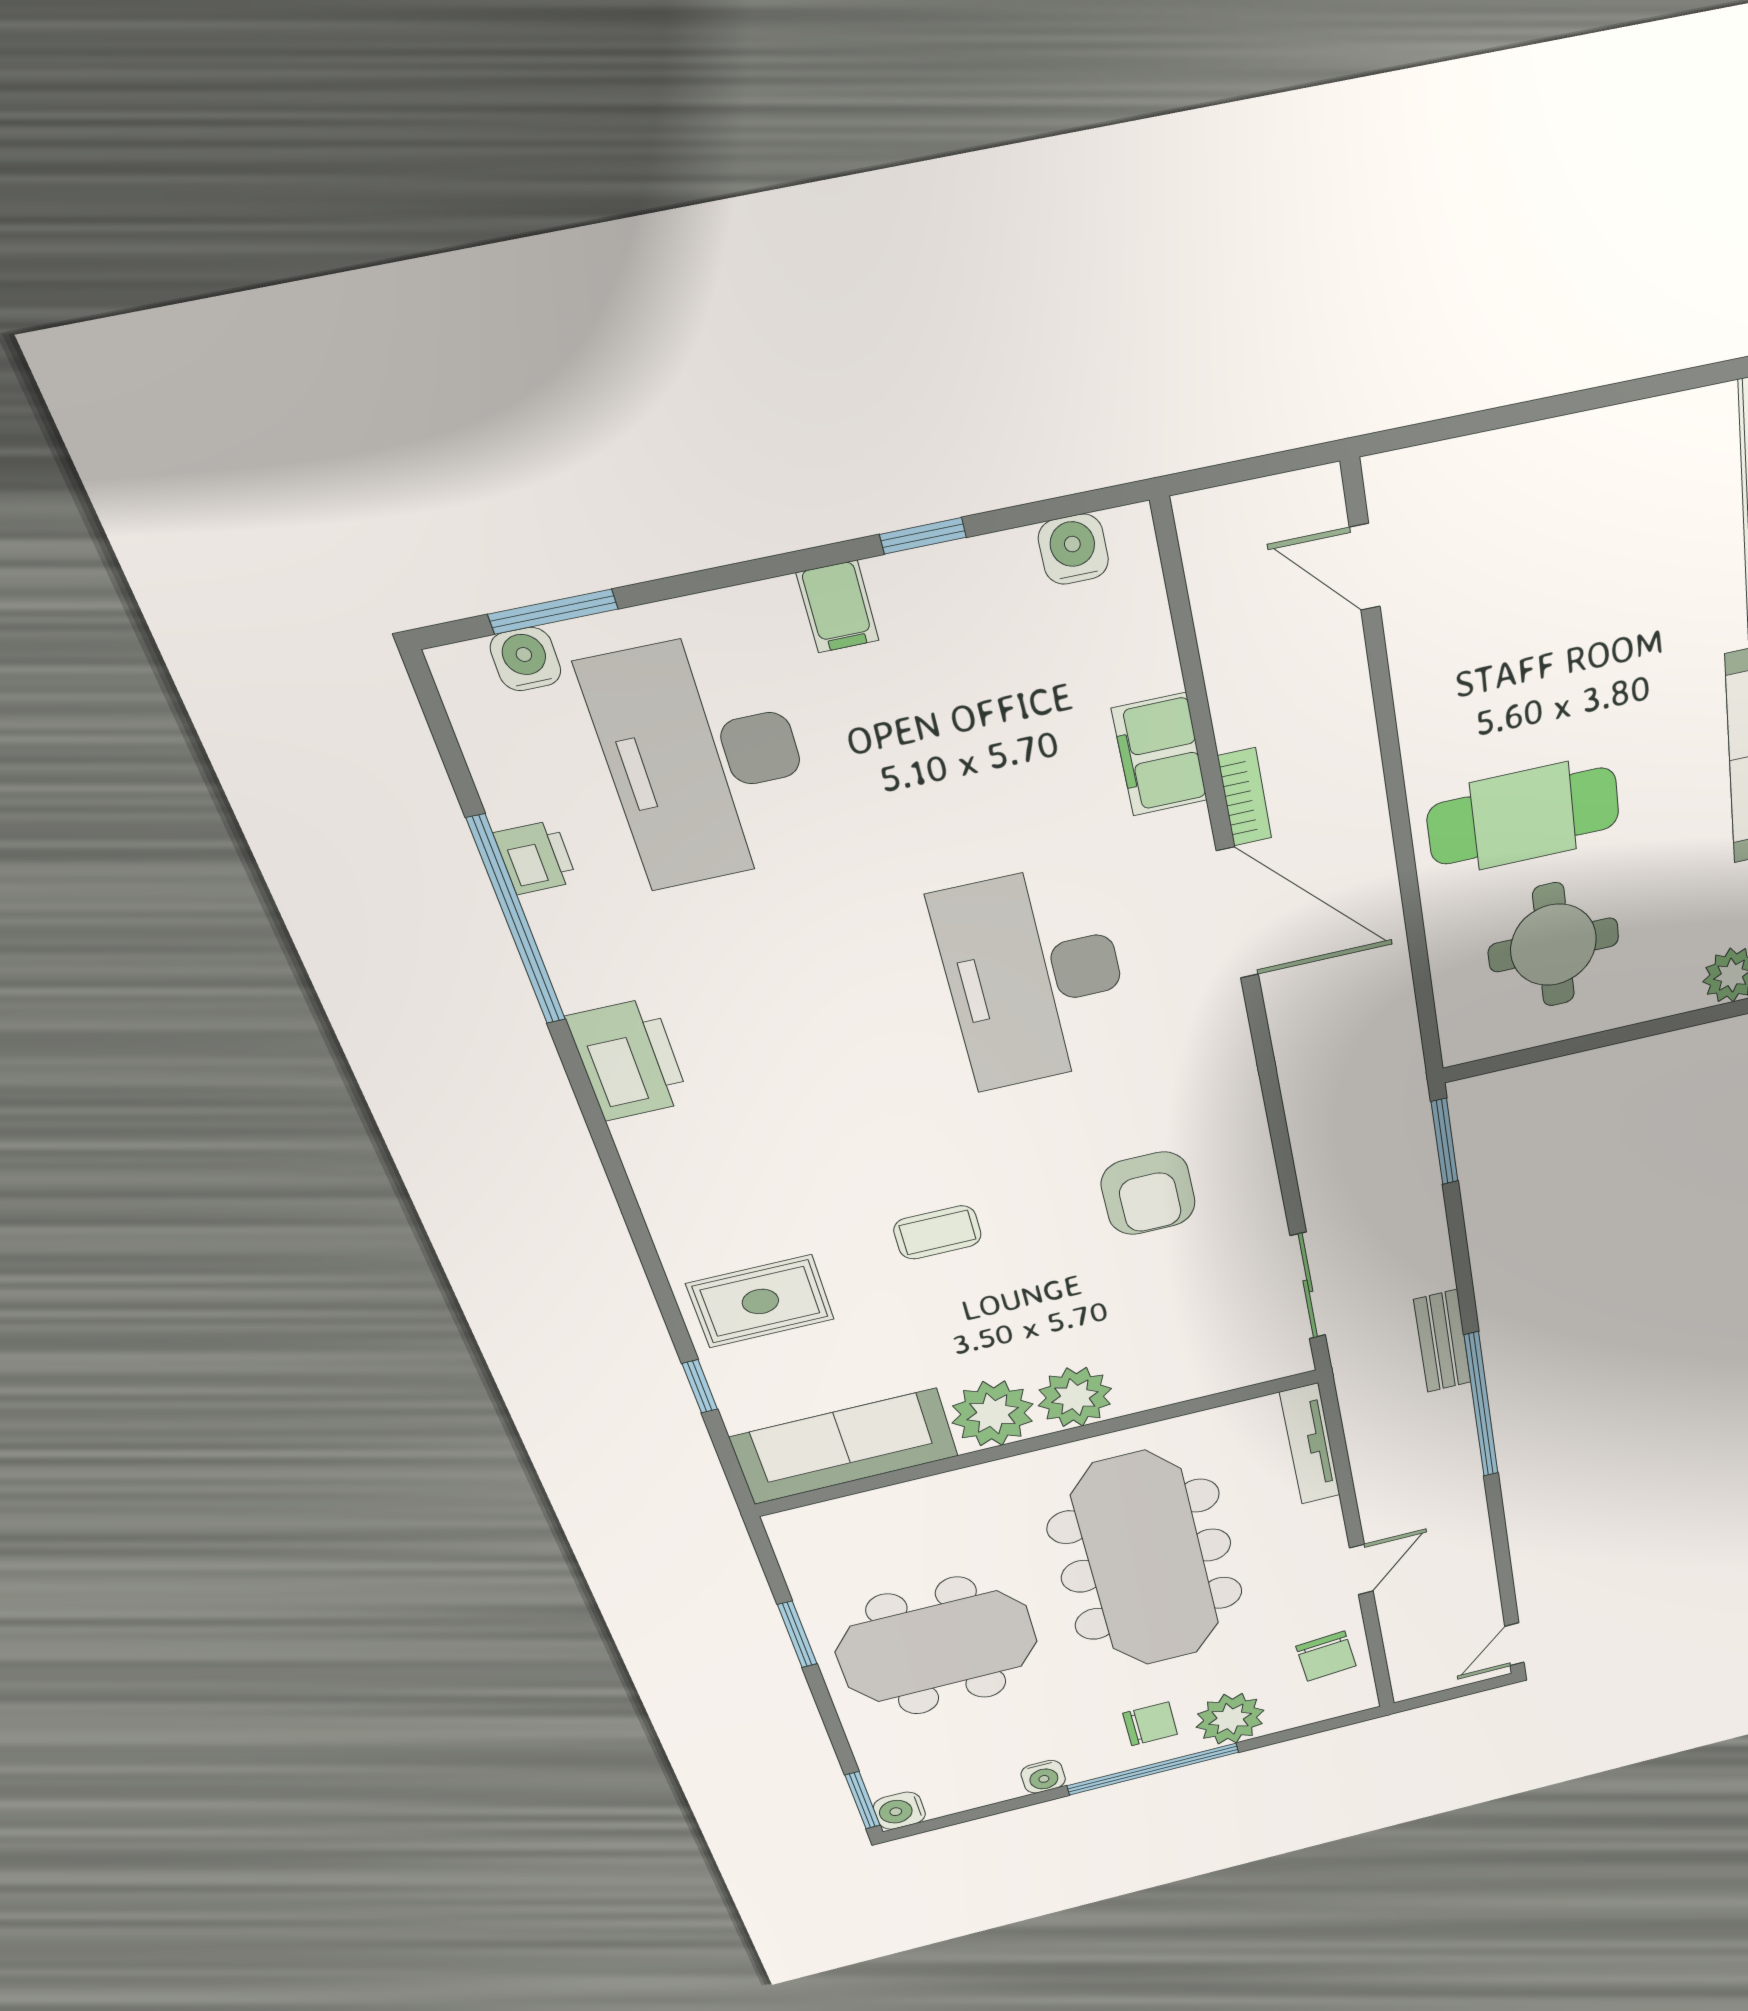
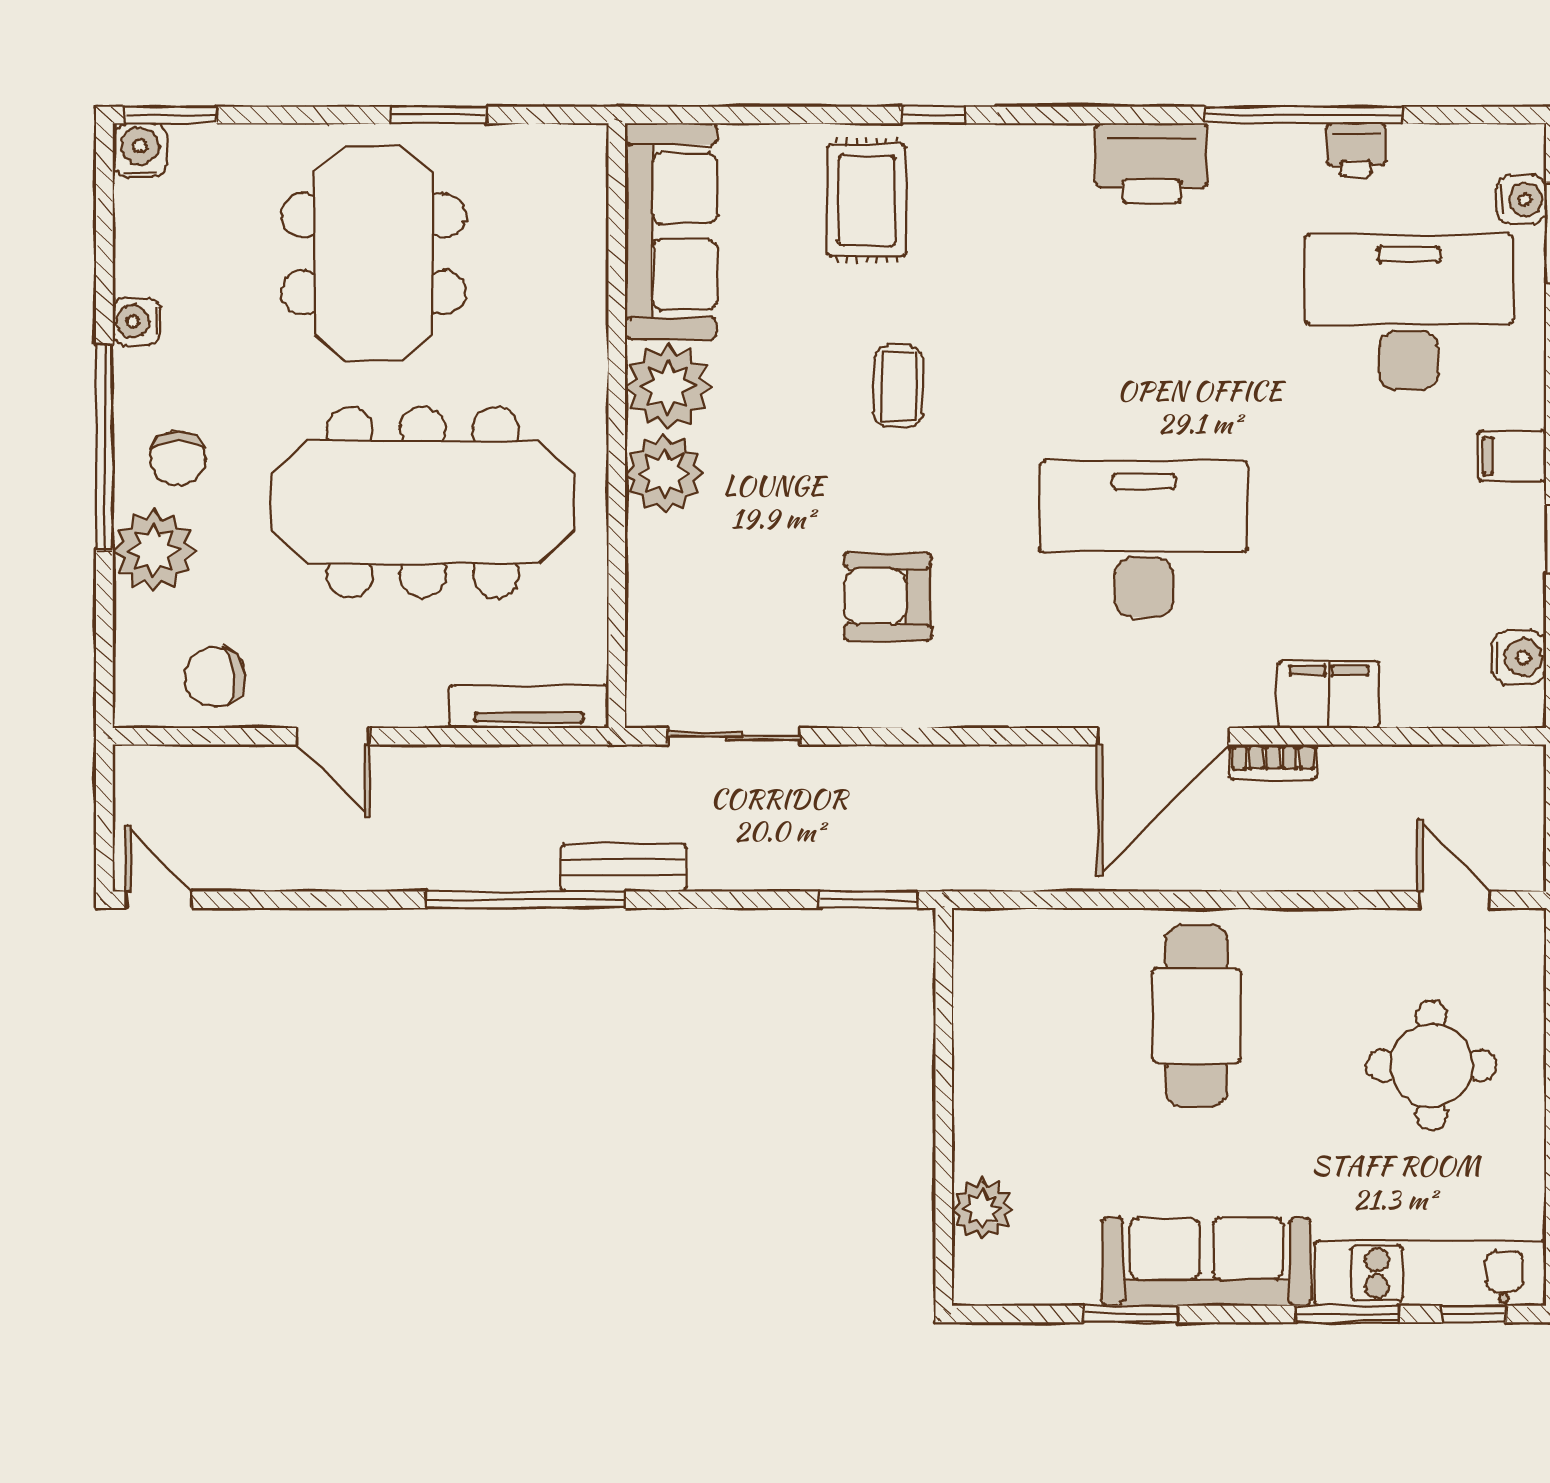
door: (1365, 567) -> (1454, 900), hinge flipped
round table: (1553, 945) -> (1431, 1066), moved
window: (700, 1386) -> (934, 115), moved

